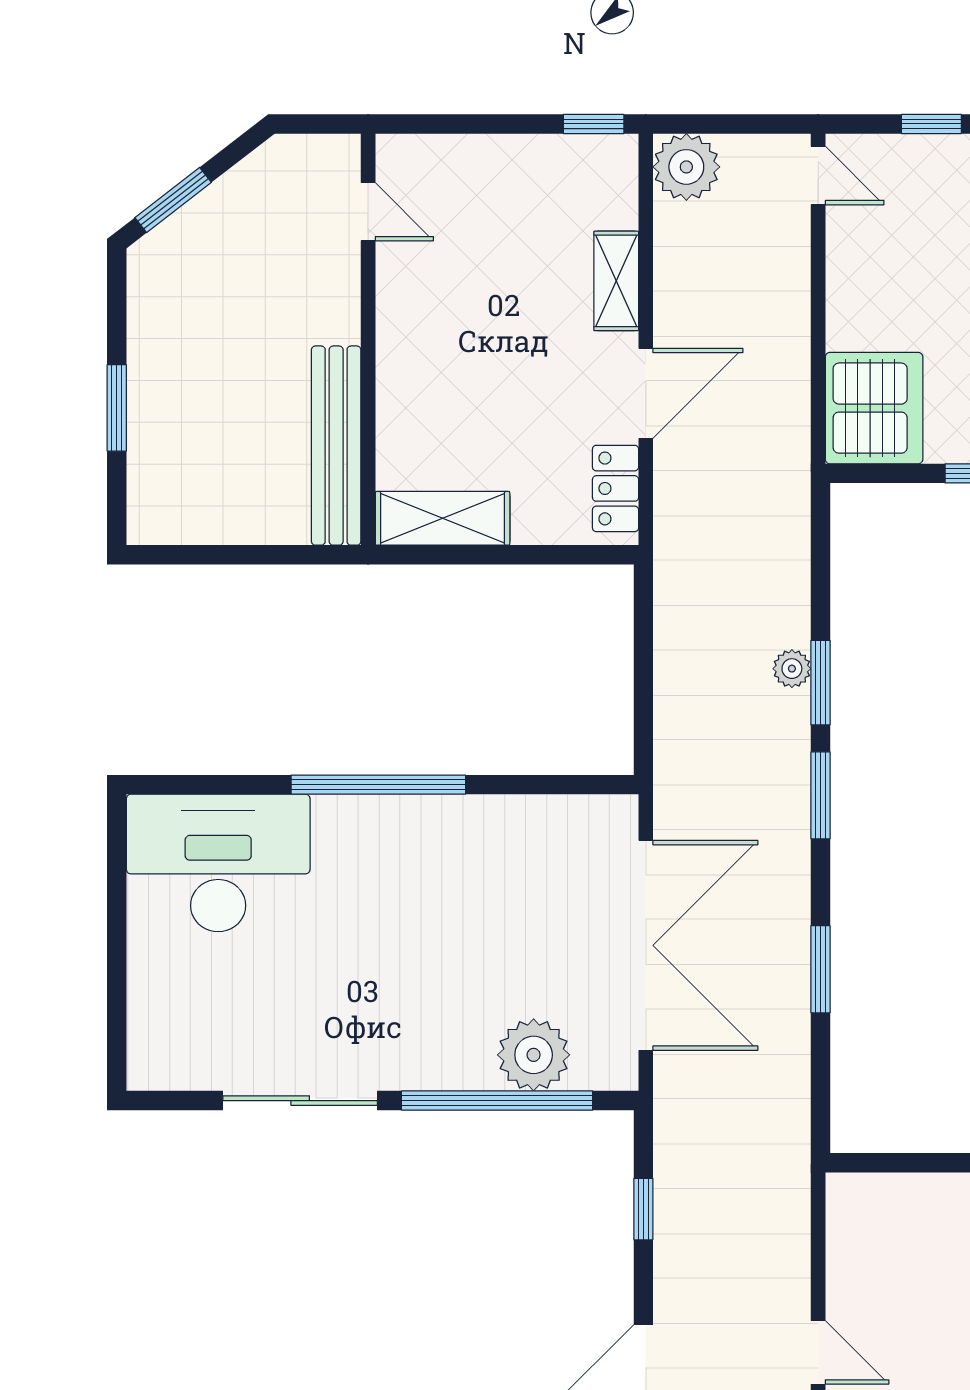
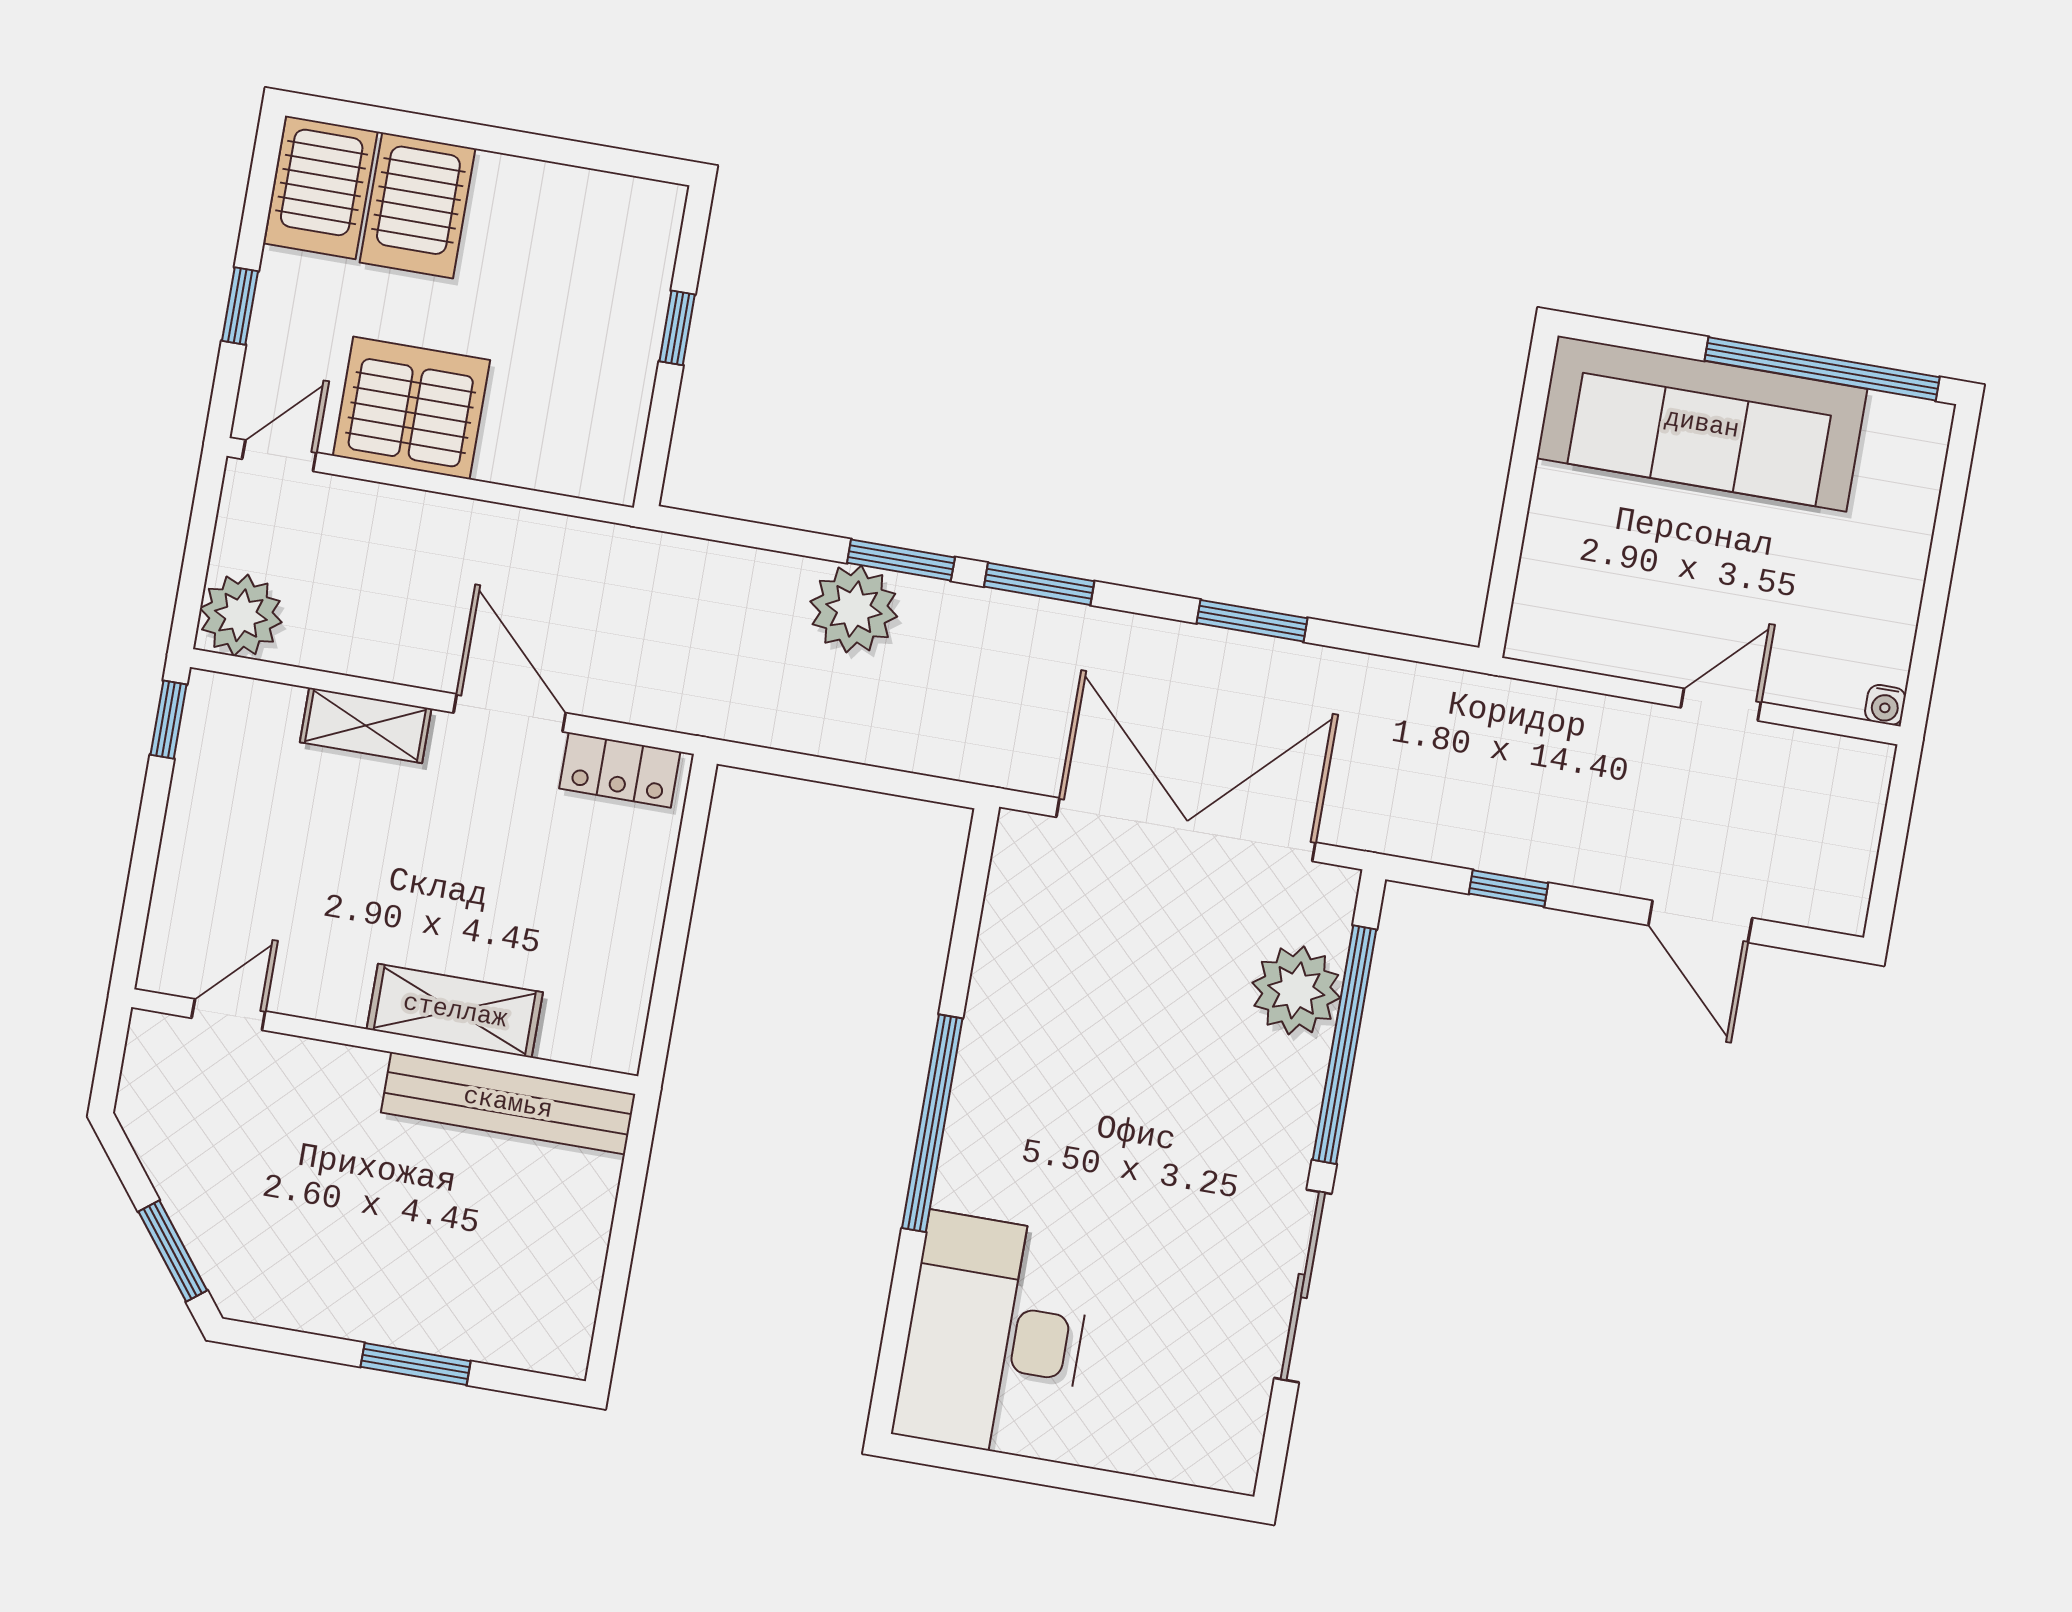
server rack: (874, 408) -> (411, 408), moved
shelving: (443, 518) -> (455, 1011), moved, turned 90
plant: (792, 669) -> (854, 609), width x1.88, depth x1.88

